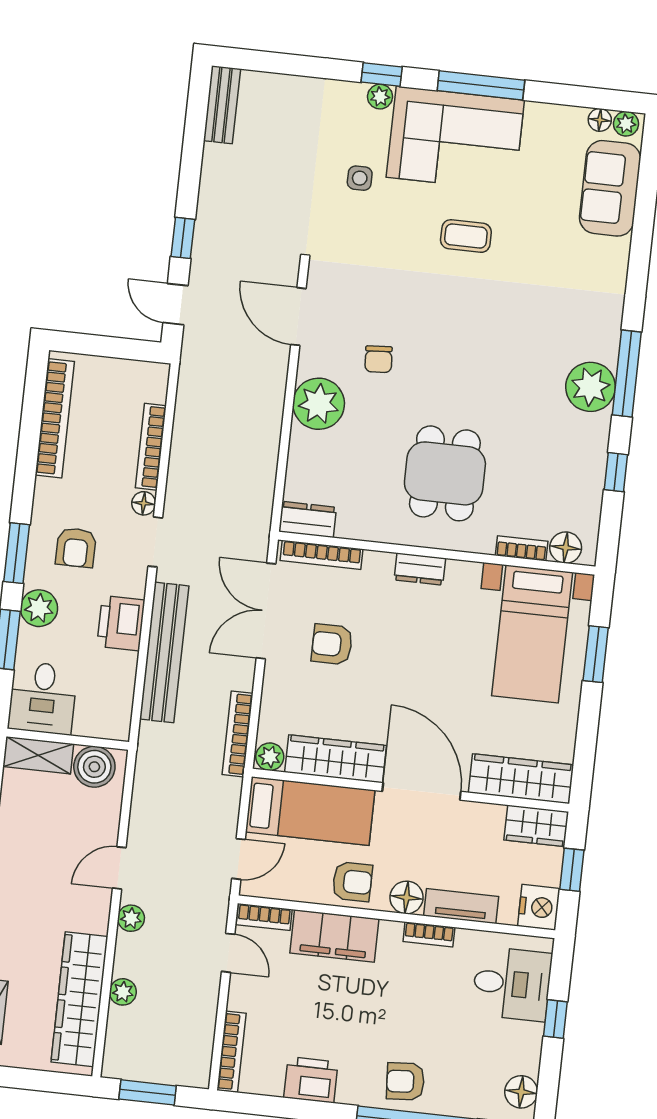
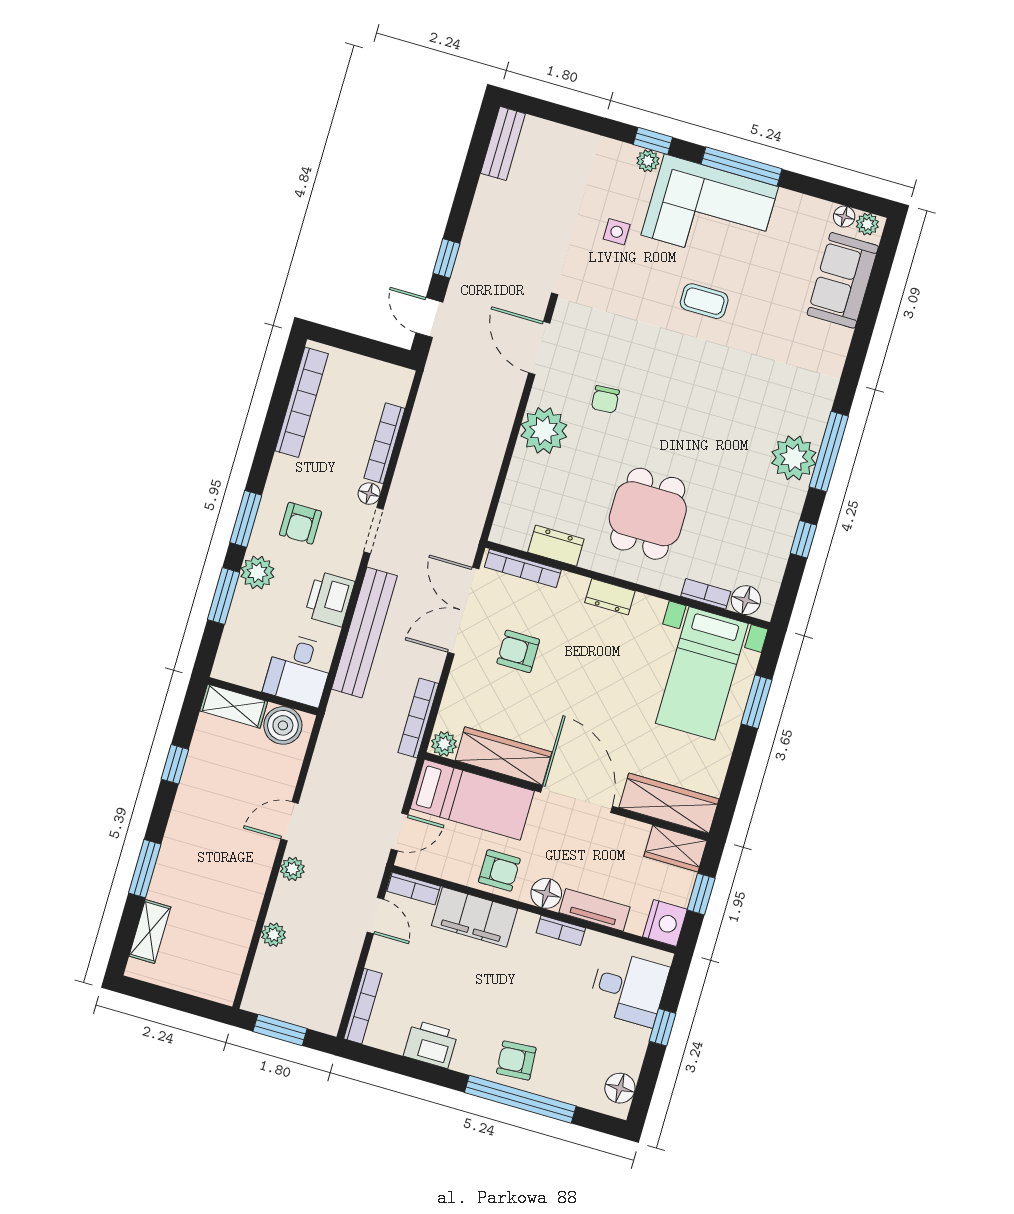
dresser: (308, 519) -> (556, 546), moved
desk: (43, 698) -> (299, 670), moved
wardrobe: (79, 999) -> (233, 934), removed

